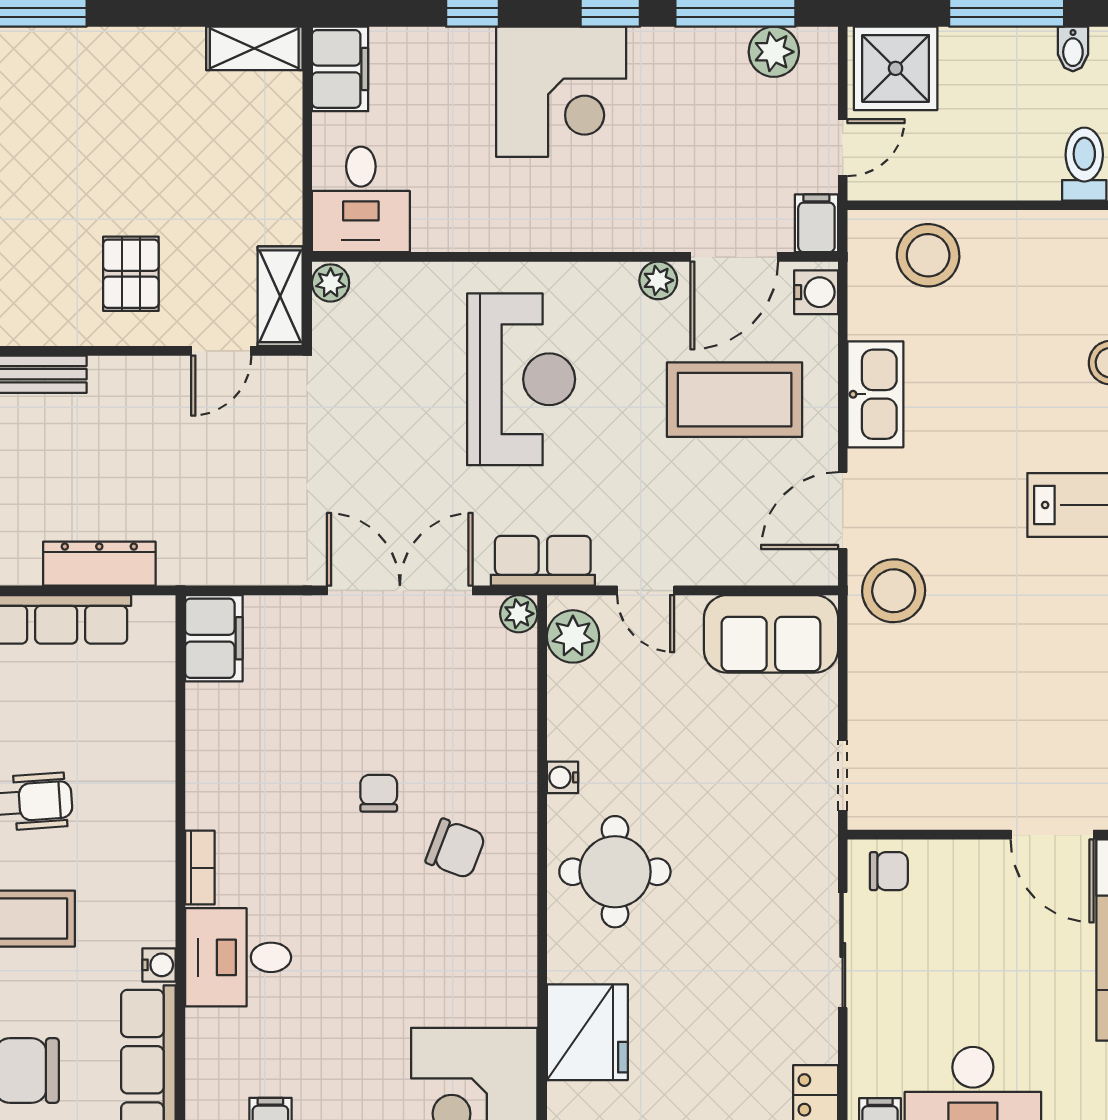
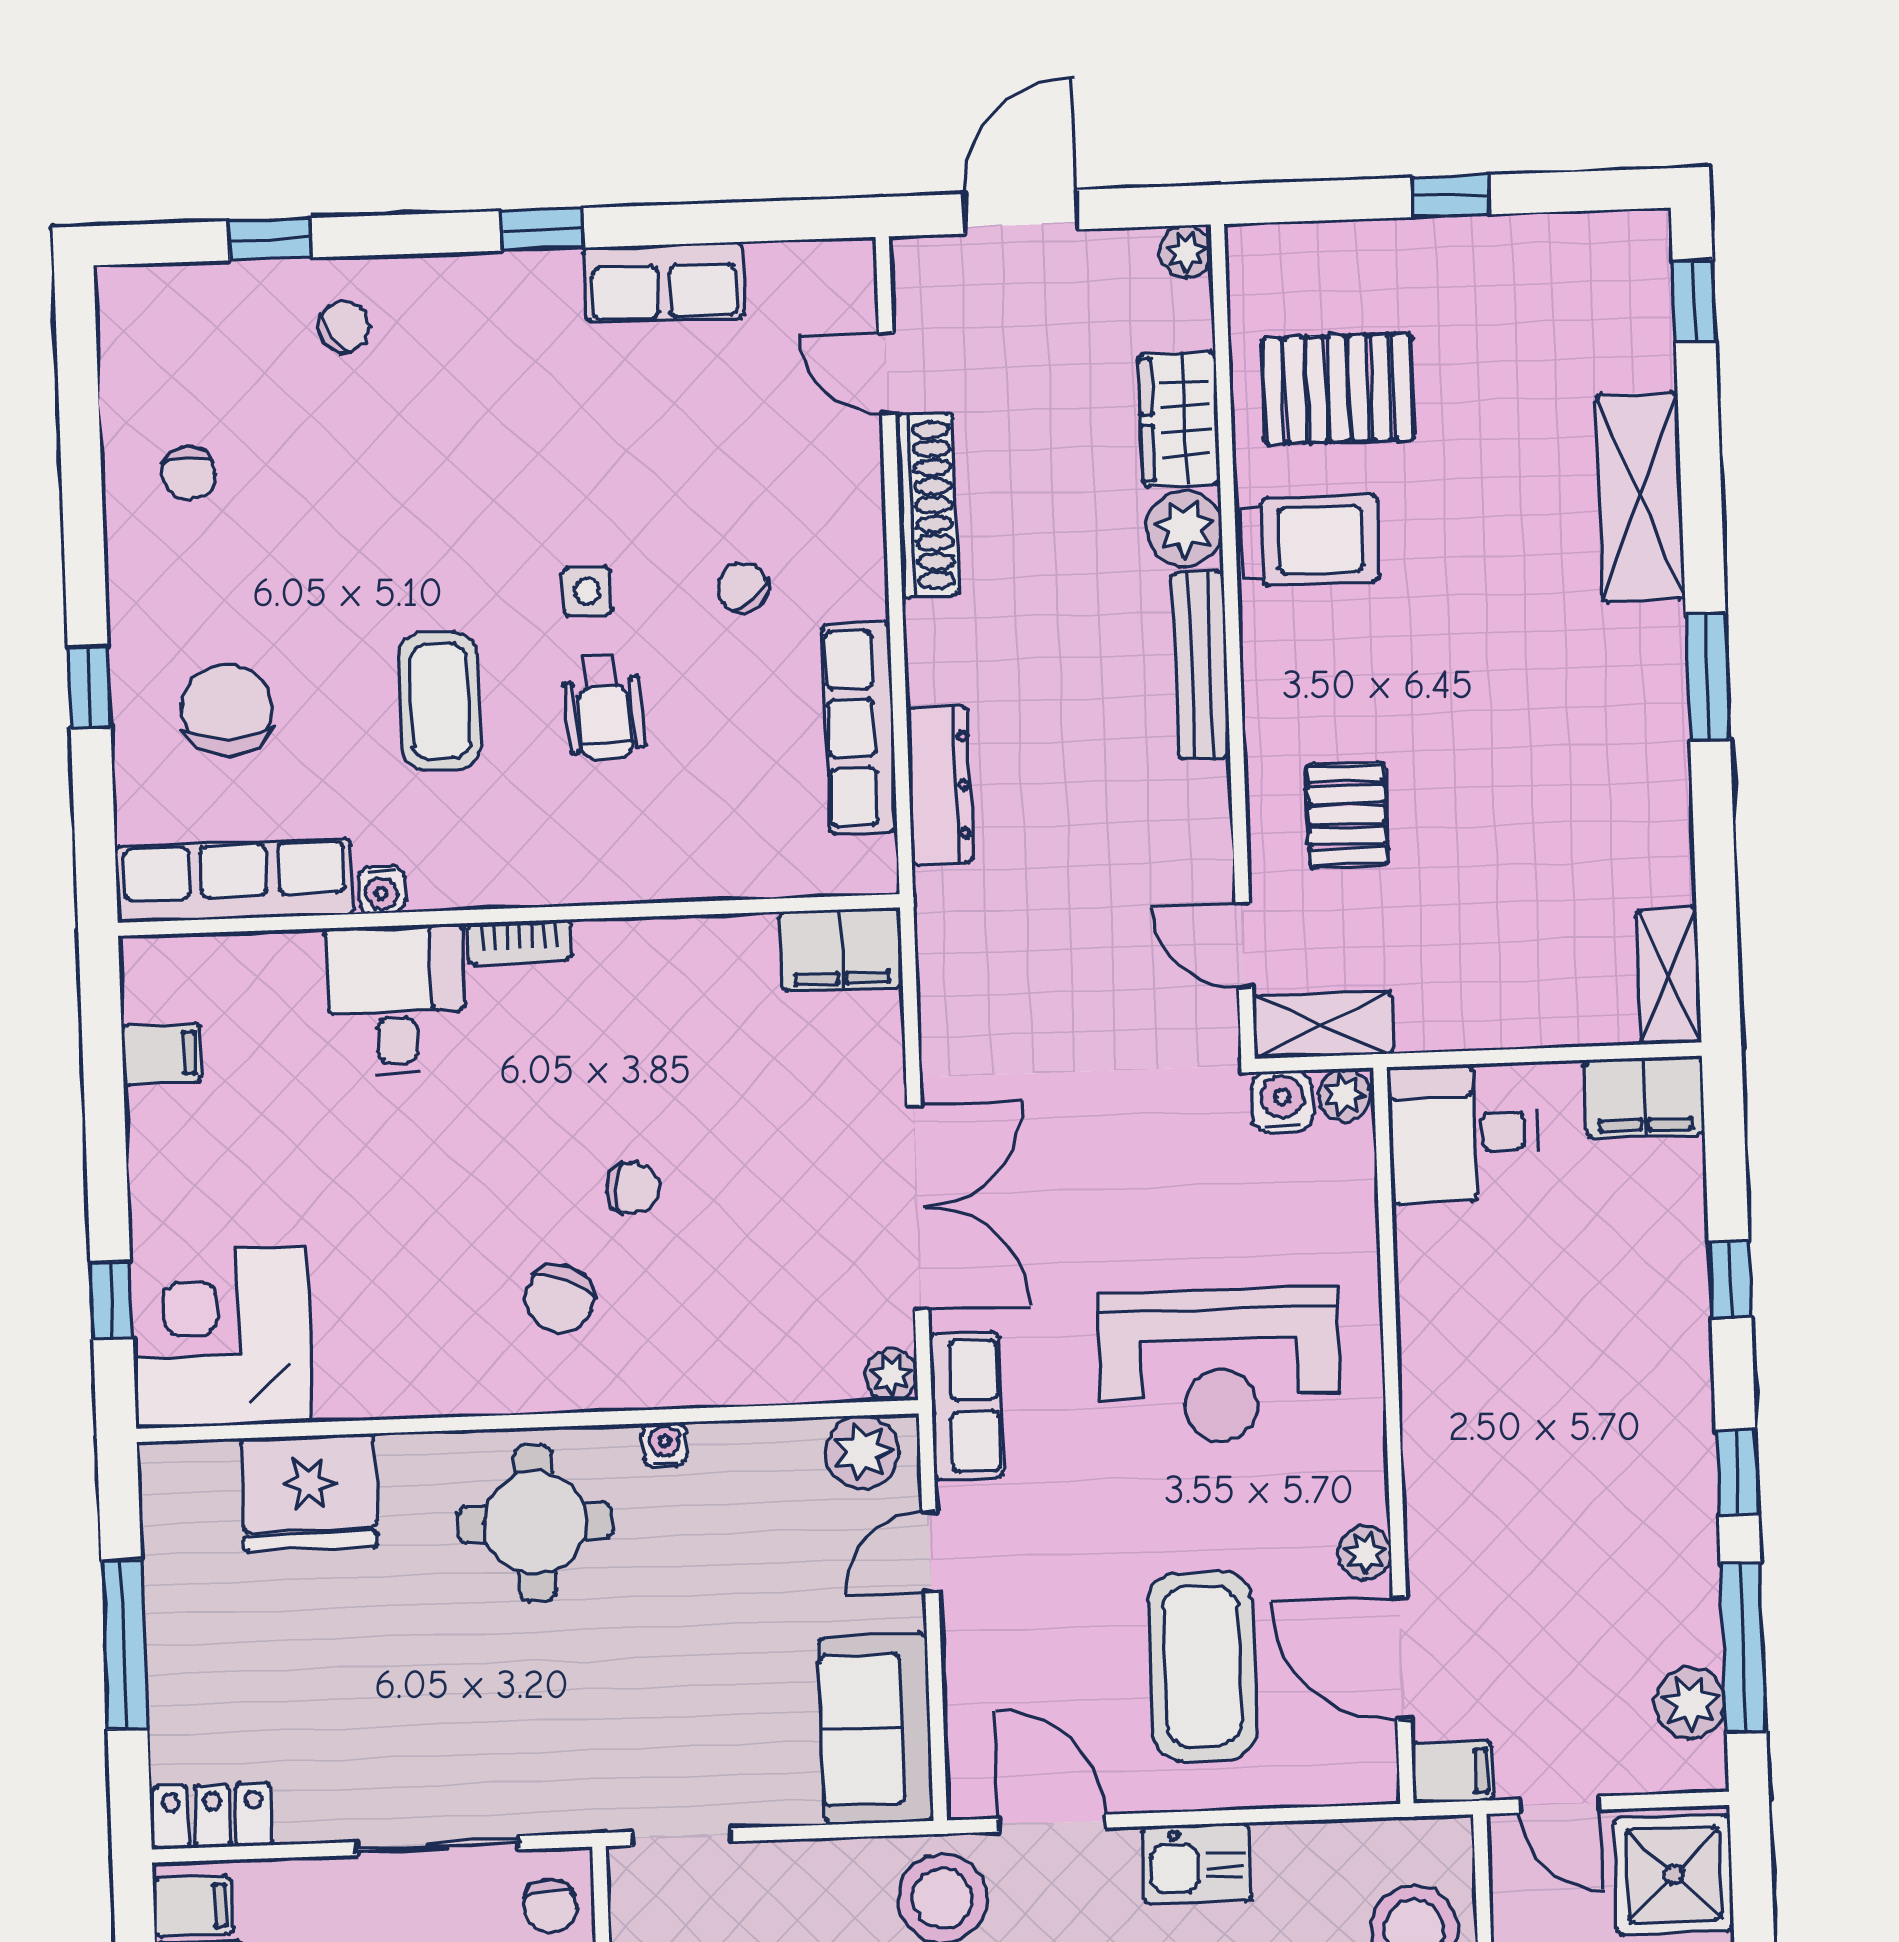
corner desk: (561, 92) -> (1624, 1408), removed
pallet: (131, 274) -> (1347, 815), turned 90
water cooler: (816, 292) -> (1283, 1102), moved, turned 180
kitchen sink: (875, 394) -> (1196, 1864), width x0.73

